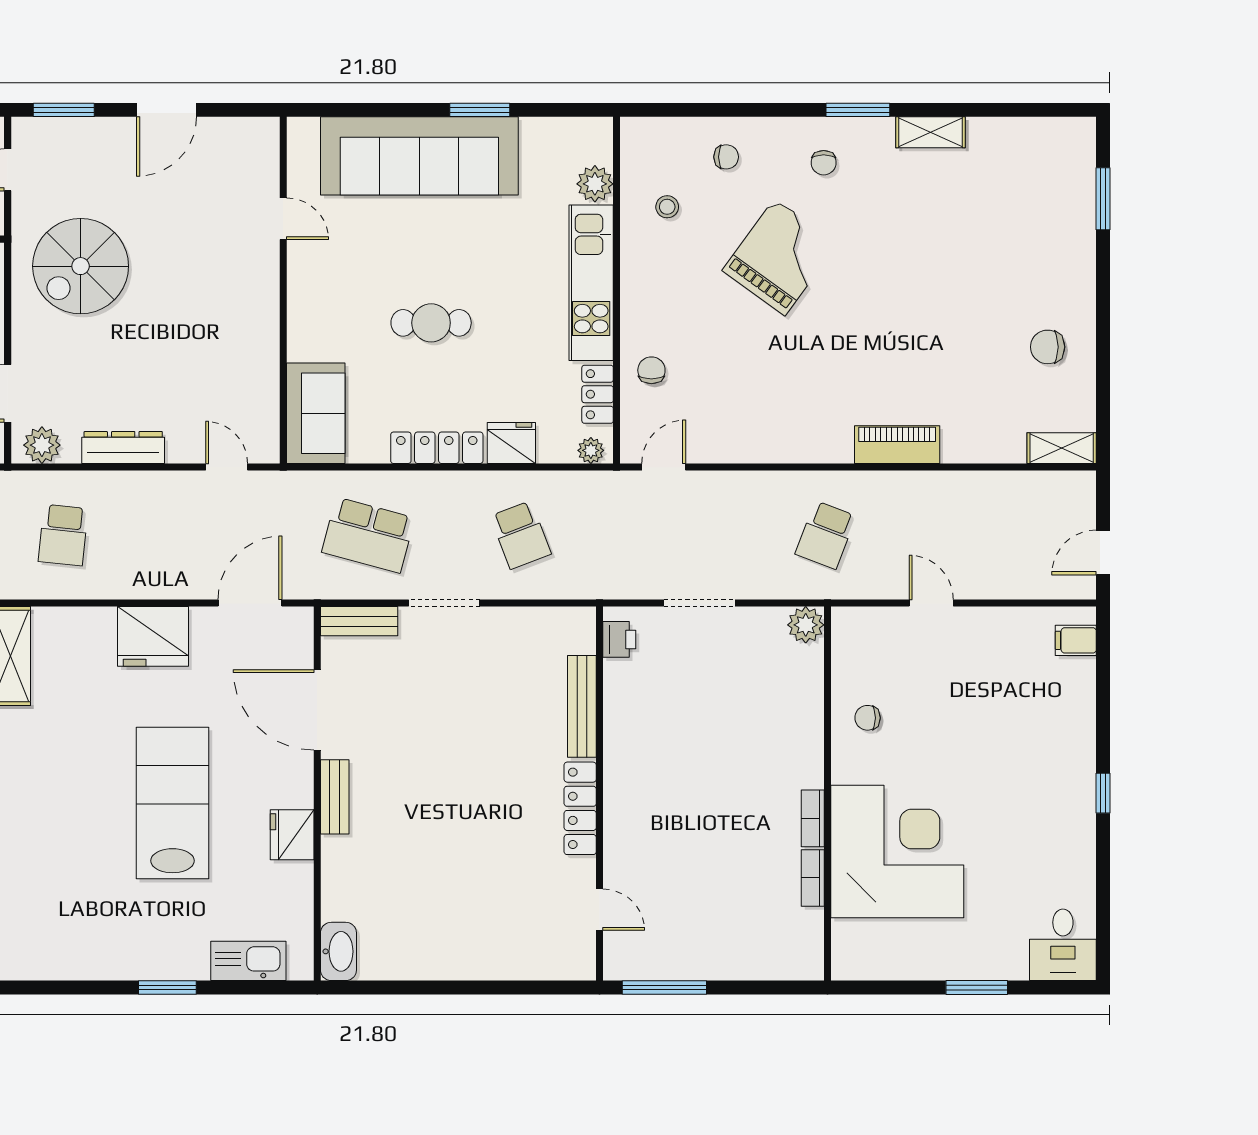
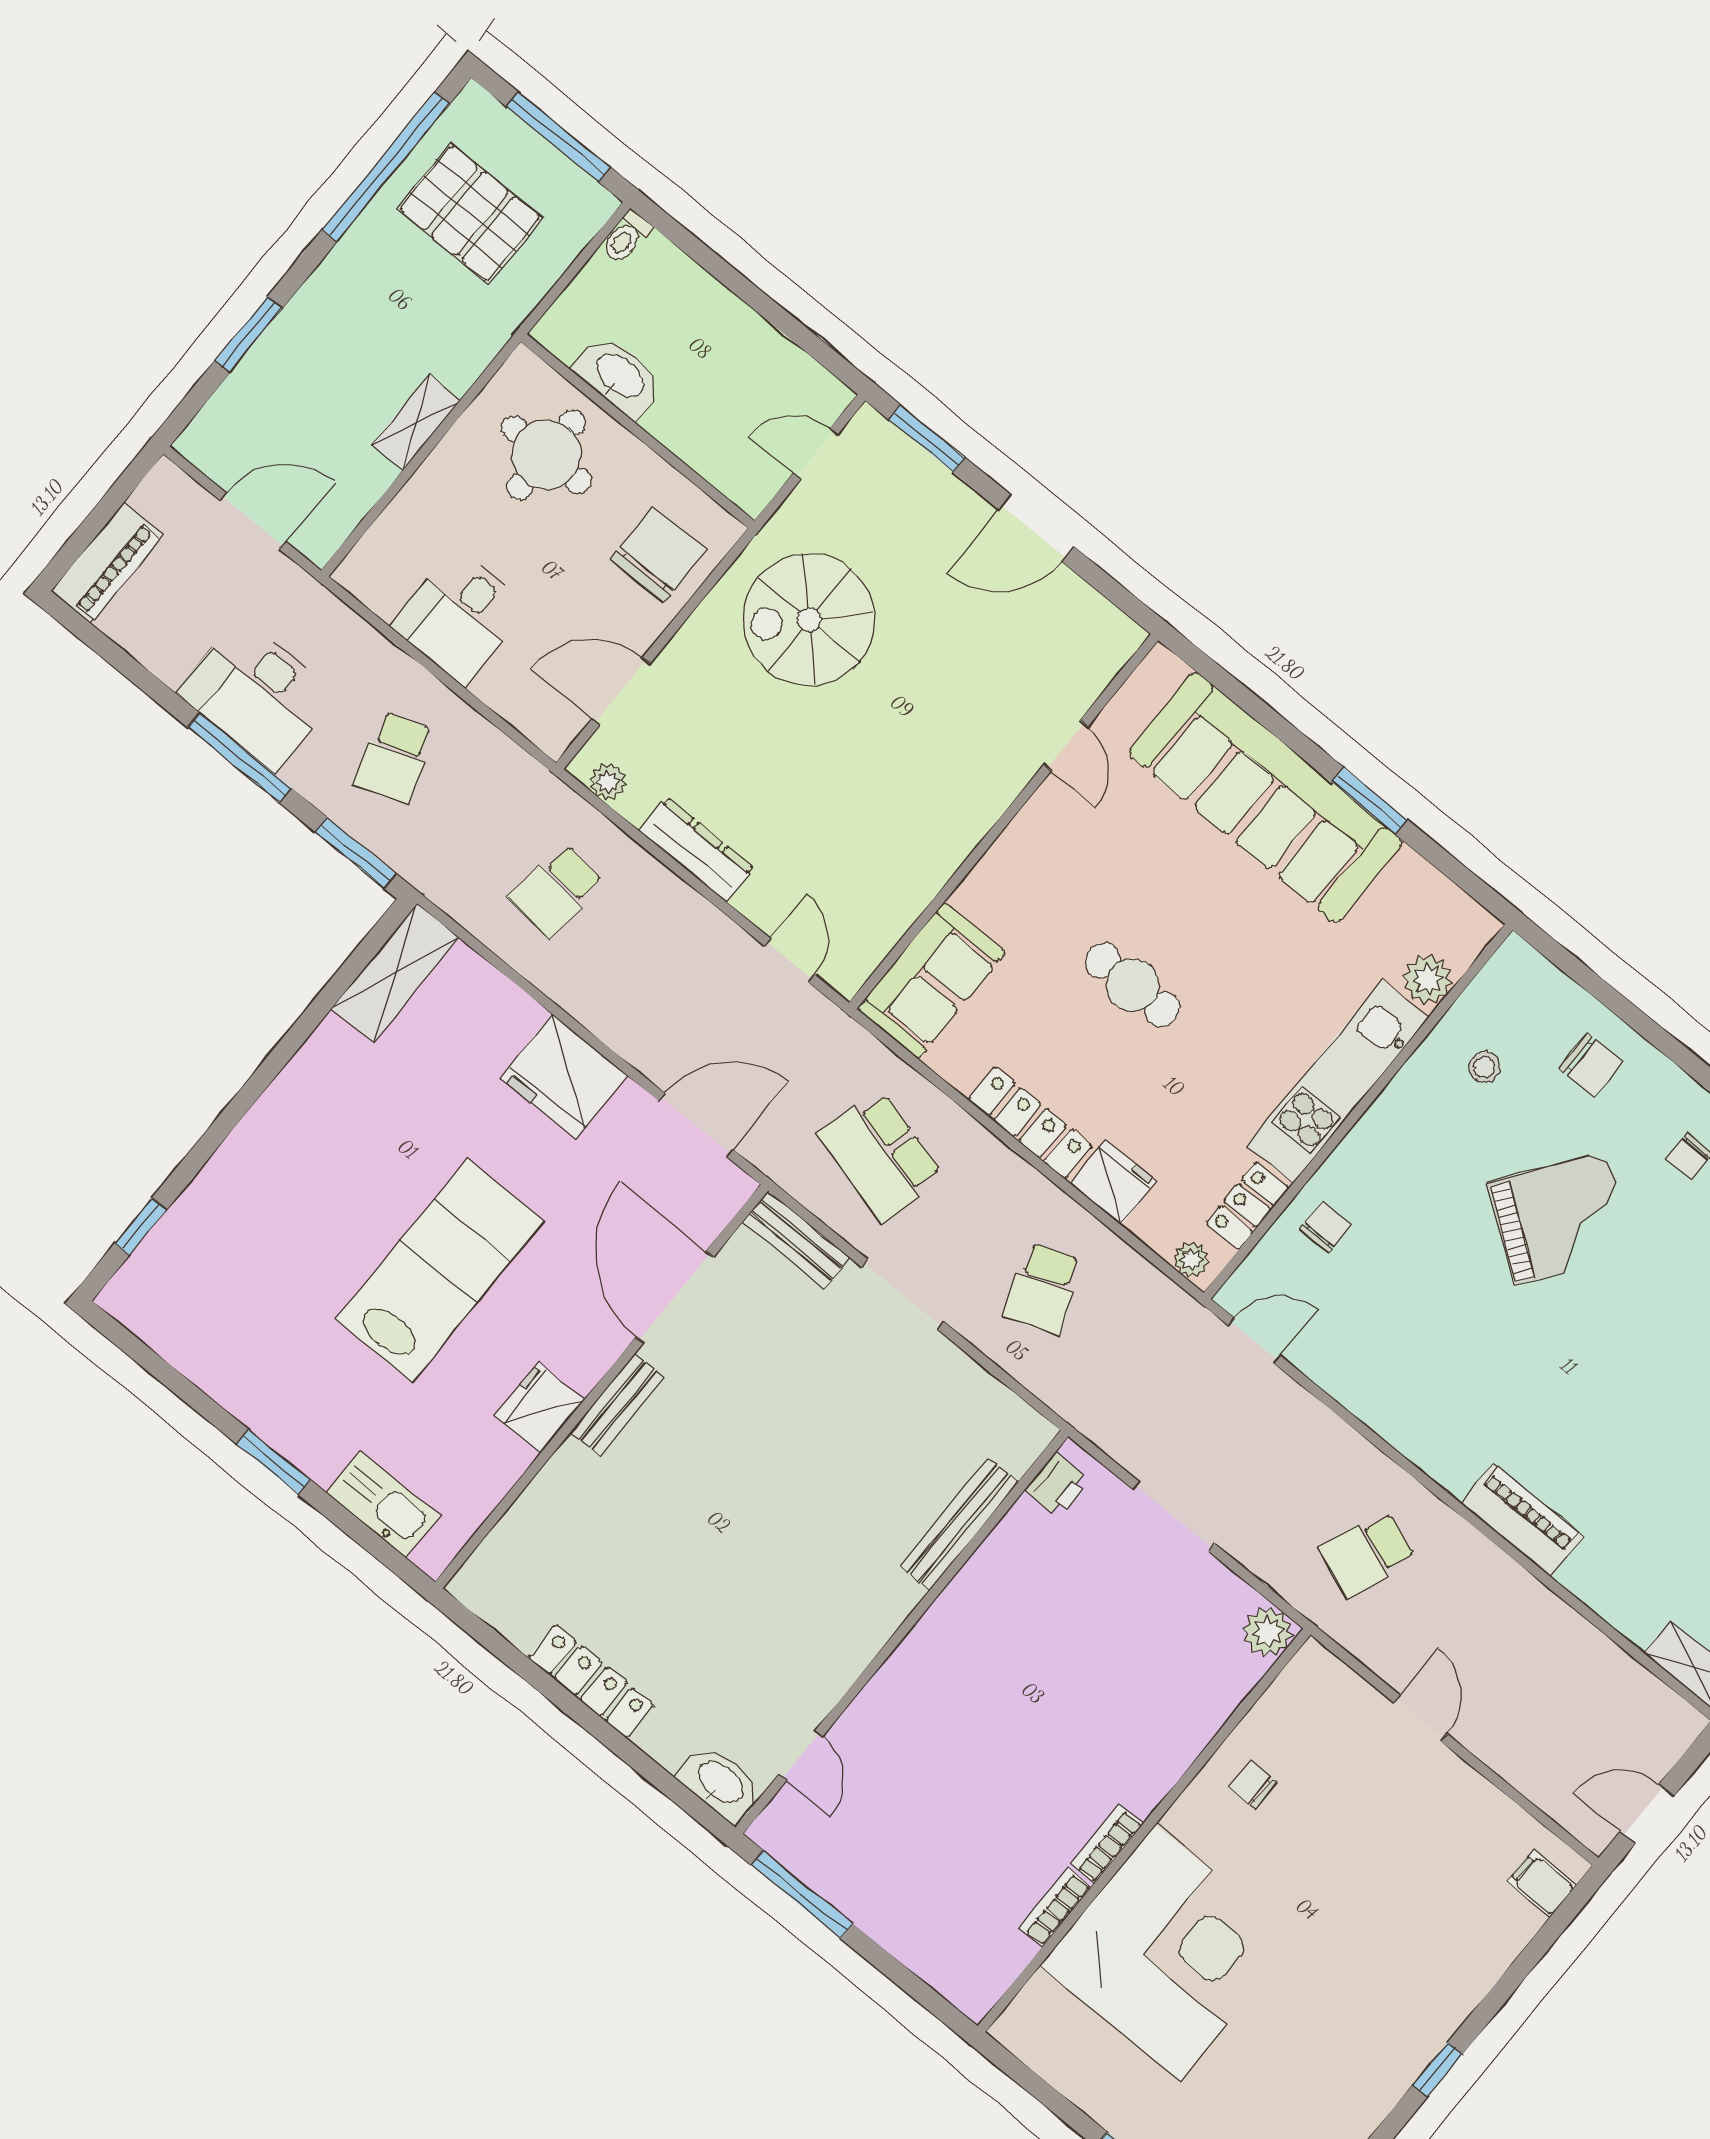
chair: (726, 157) -> (1591, 1065), width x1.37, depth x1.37
plant: (42, 445) -> (608, 782), width x0.73, depth x0.73
locker: (580, 808) -> (591, 1681), moved, turned 90
washbasin: (338, 951) -> (720, 1783), moved, turned -90

